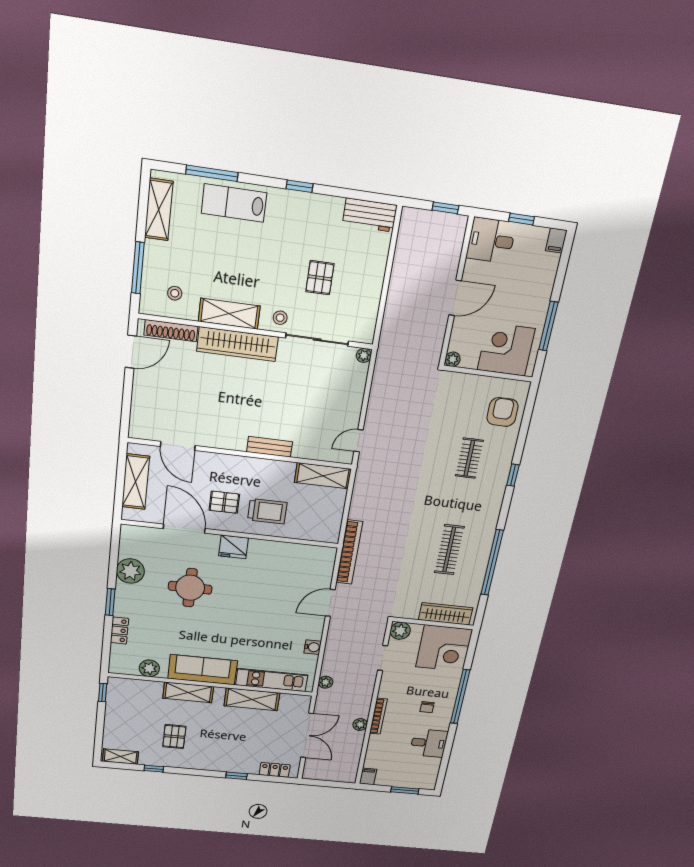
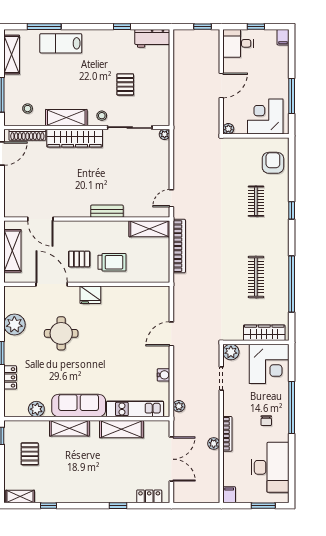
window: (299, 186) -> (122, 27), moved
bookcase: (349, 552) -> (179, 246), moved
pallet: (174, 736) -> (30, 454), moved
desk: (429, 743) -> (270, 467), width x1.87, depth x1.30

